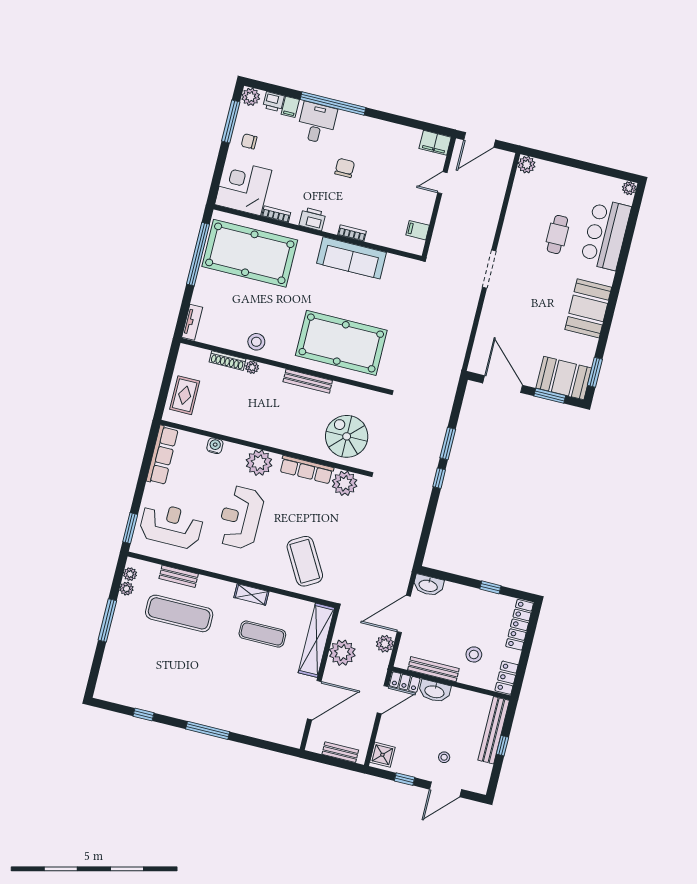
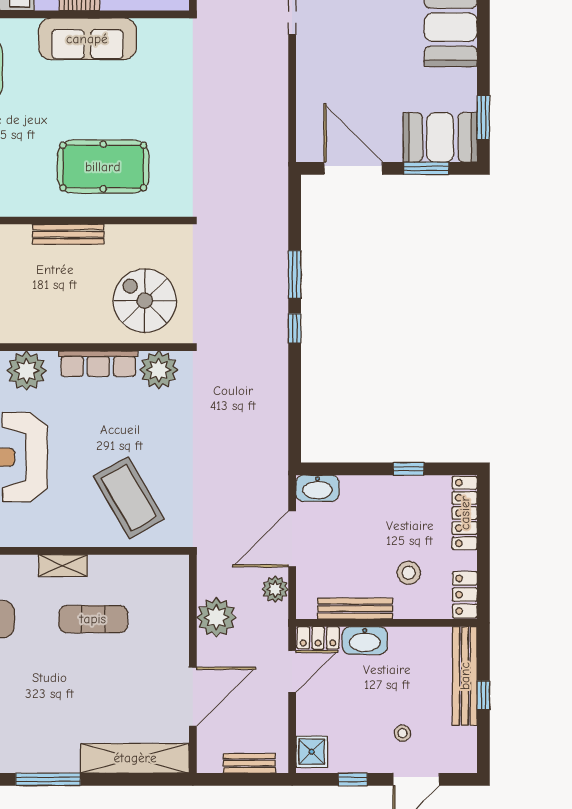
pool table: (341, 343) -> (103, 167), width x0.73, depth x0.76
shelving: (316, 640) -> (135, 758), moved, turned 90

